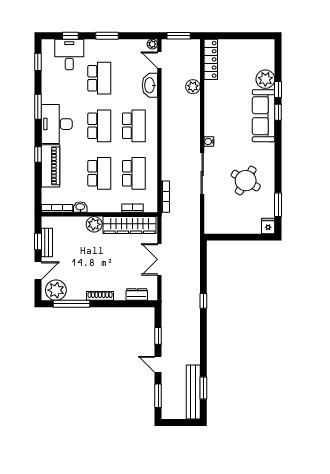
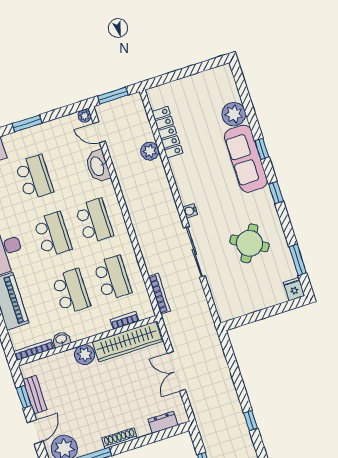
locker: (211, 59) -> (167, 132), moved
window: (278, 89) -> (276, 193), moved
window: (203, 301) -> (251, 421), moved

